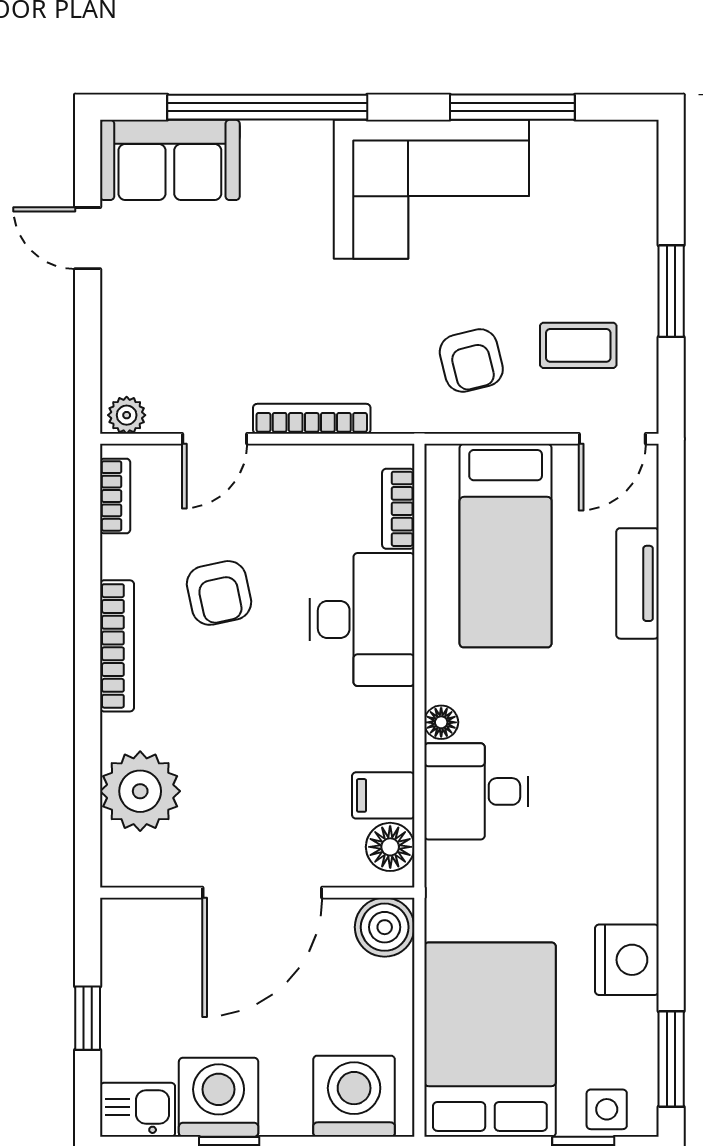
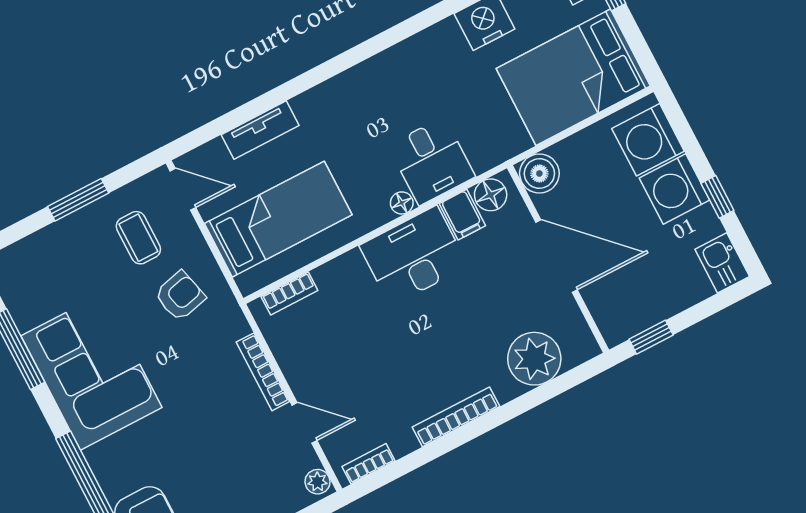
armchair: (219, 593) -> (394, 373), removed
desk: (362, 620) -> (414, 256), moved
window: (88, 1018) -> (651, 337), moved
washing machine: (219, 1097) -> (674, 189), moved

